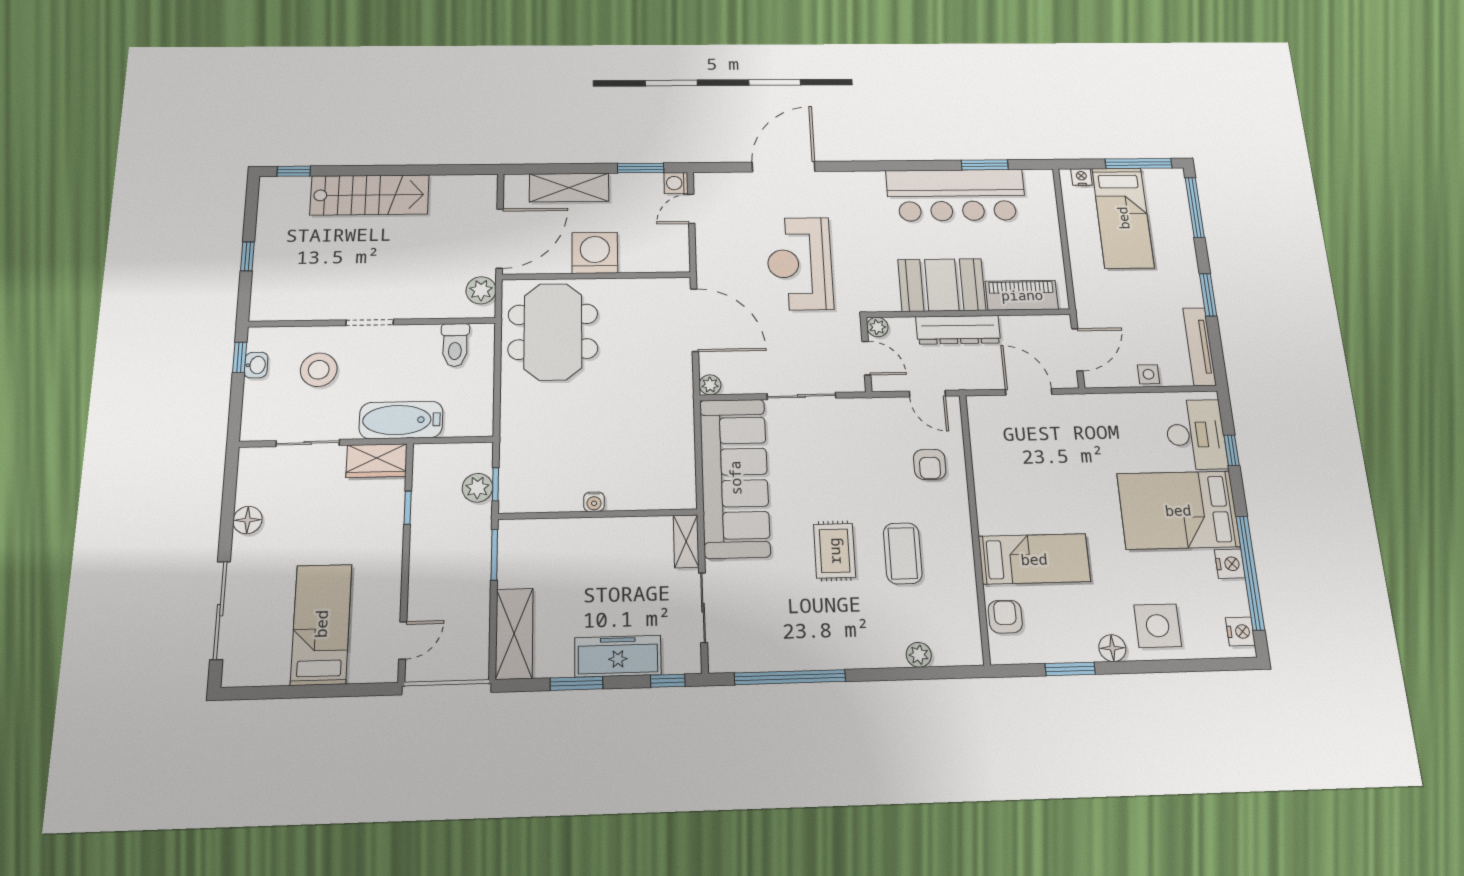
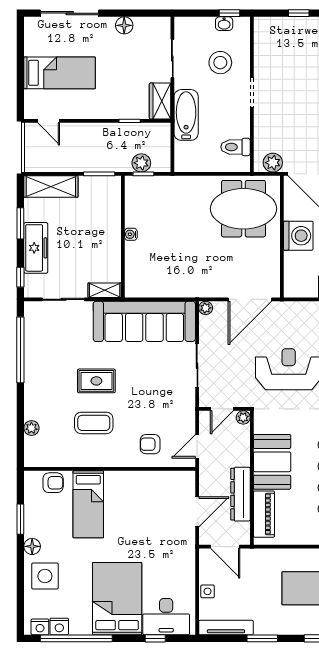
dresser: (958, 330) -> (240, 494), moved
nightstand: (1230, 564) -> (59, 627), moved

